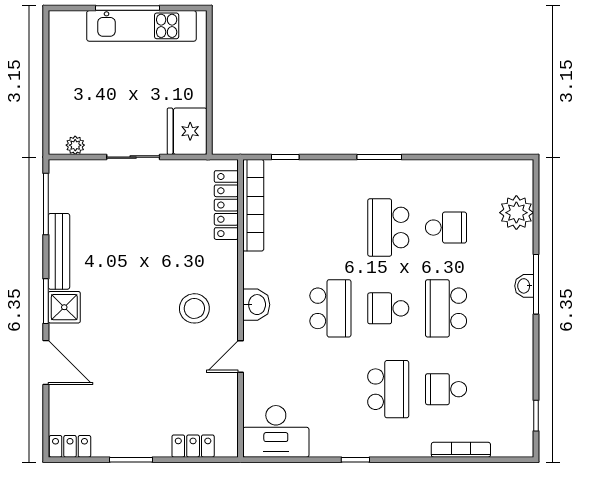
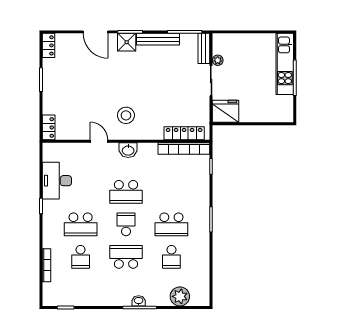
kitchen unit: (141, 26) -> (285, 64), moved
plant: (75, 145) -> (218, 60), moved
bench: (75, 170) -> (204, 48), added
school desk: (388, 228) -> (171, 224), turned 180
door: (46, 362) -> (96, 32), hinge flipped
school desk: (446, 389) -> (81, 257), turned 180
desk: (276, 431) -> (57, 181), moved
locker: (193, 446) -> (49, 127), moved

